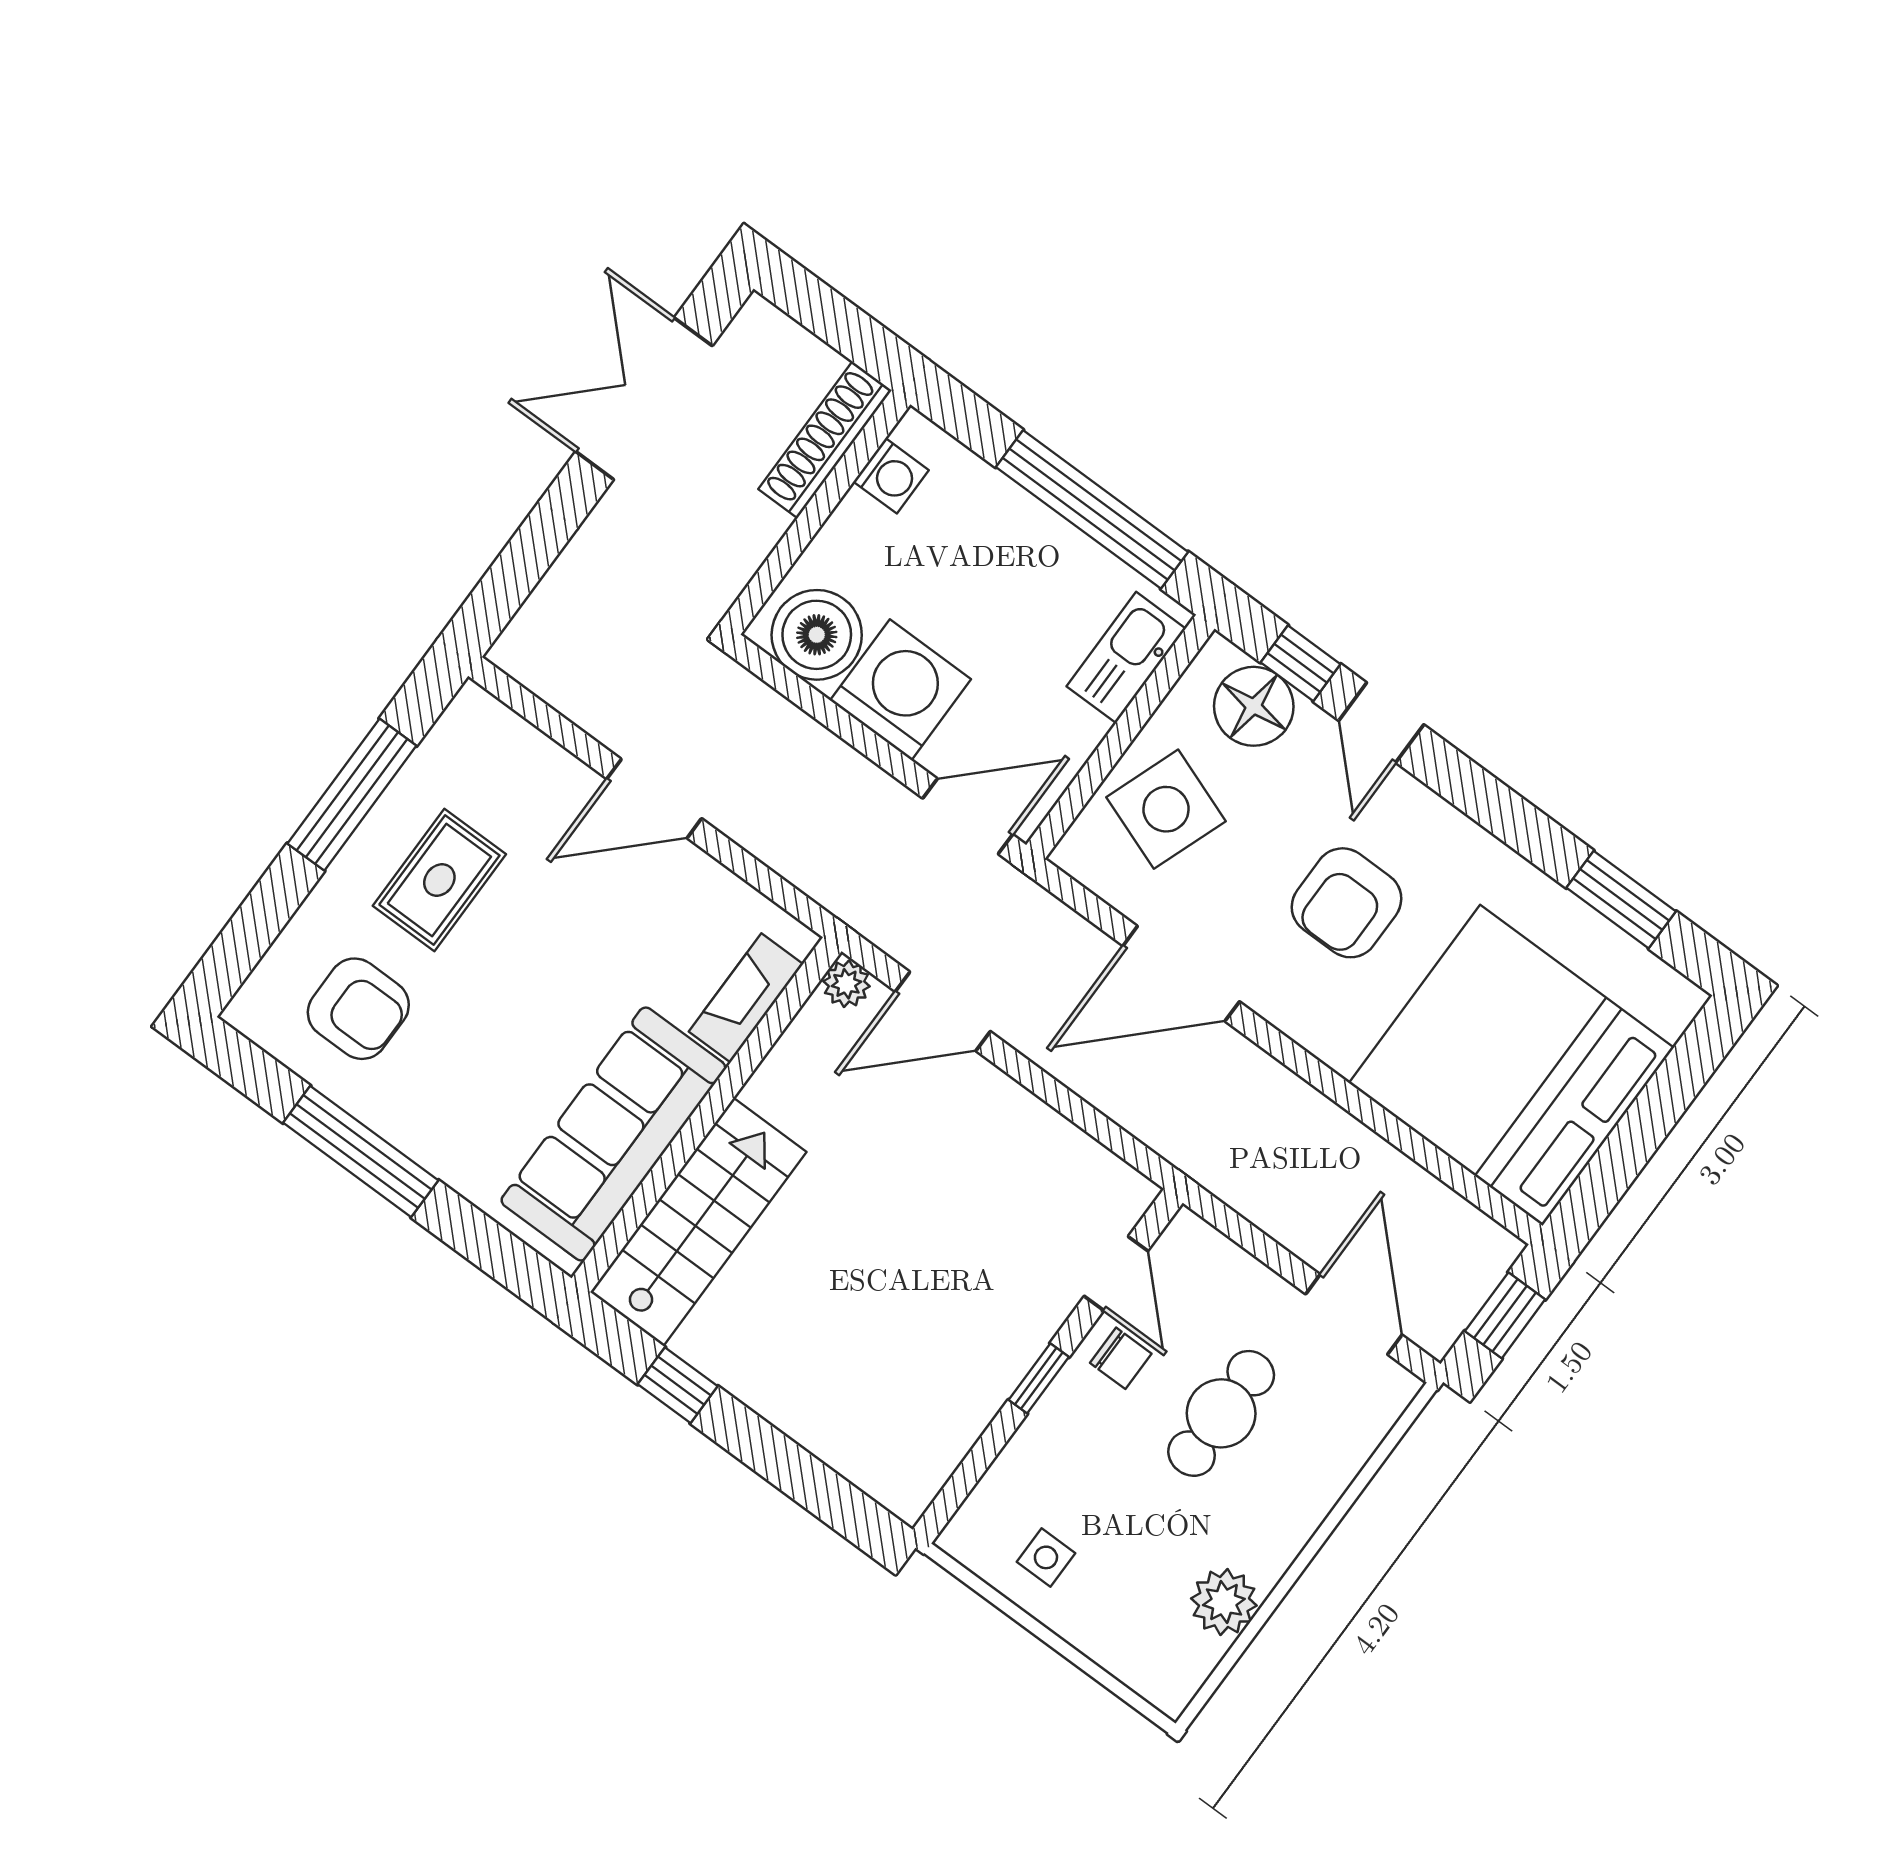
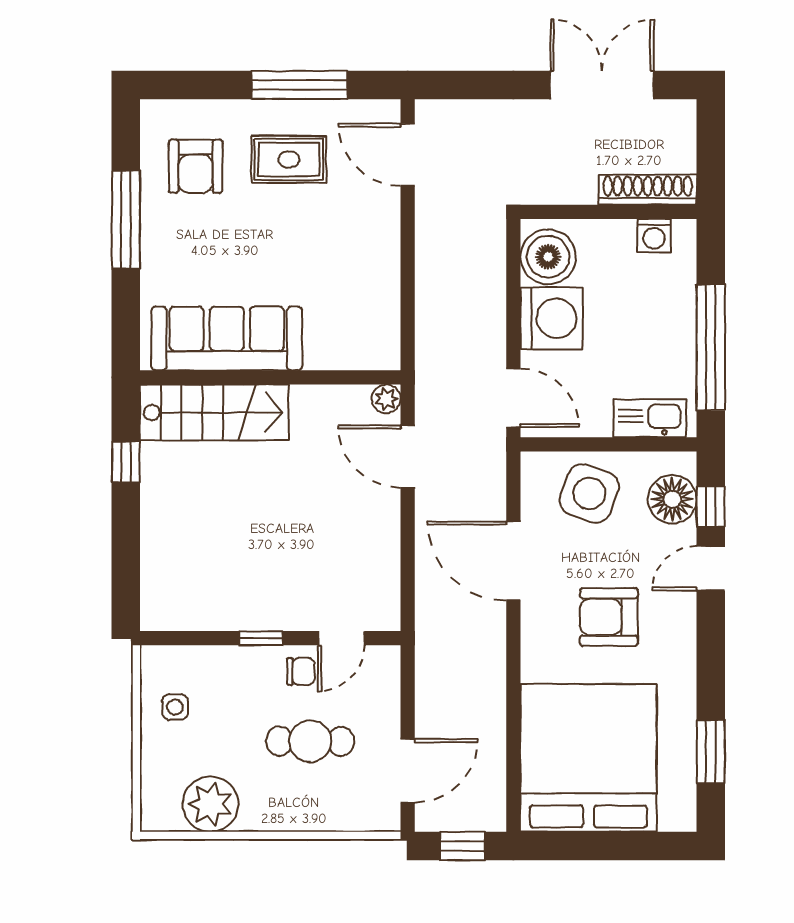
door: (654, 799) -> (408, 155), moved
fireplace: (746, 998) -> (343, 354), removed
chair: (1121, 1358) -> (301, 671), turned -90
plant: (1224, 1602) -> (210, 804), width x1.36, depth x1.36

